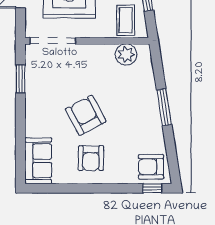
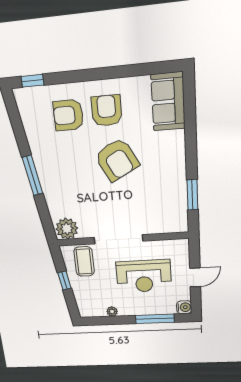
doorway: (53, 41) -> (118, 239), moved
plant: (126, 54) -> (67, 229), moved
armchair: (151, 167) -> (68, 115), moved, turned 180

